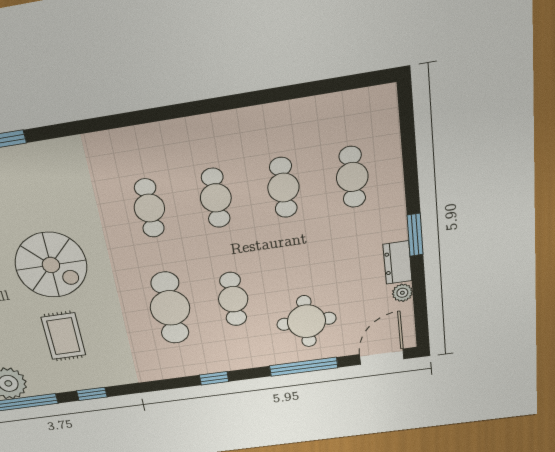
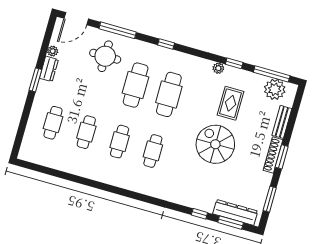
cafe table: (233, 299) -> (136, 85), width x1.37, depth x1.35
plant: (112, 378) -> (218, 68), added

